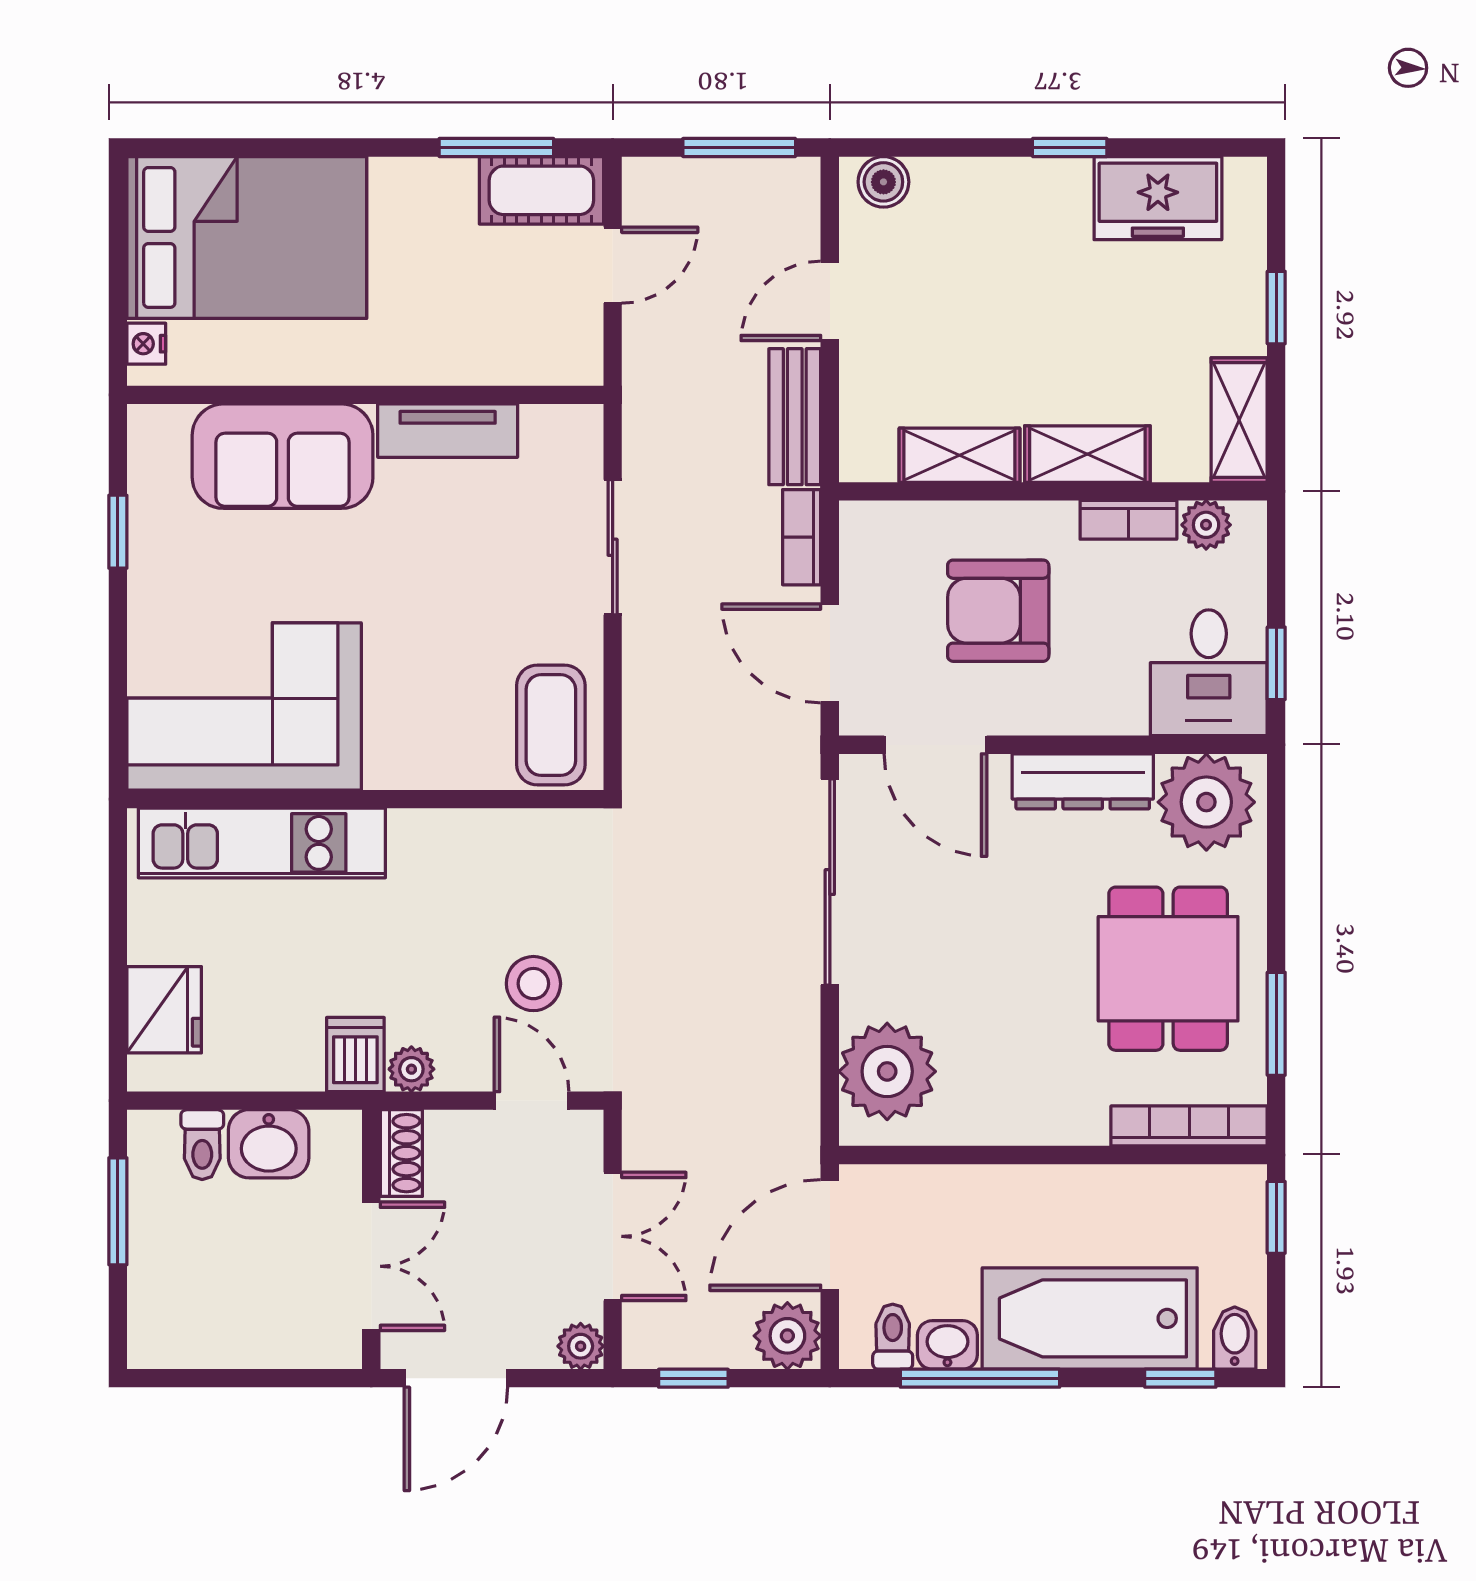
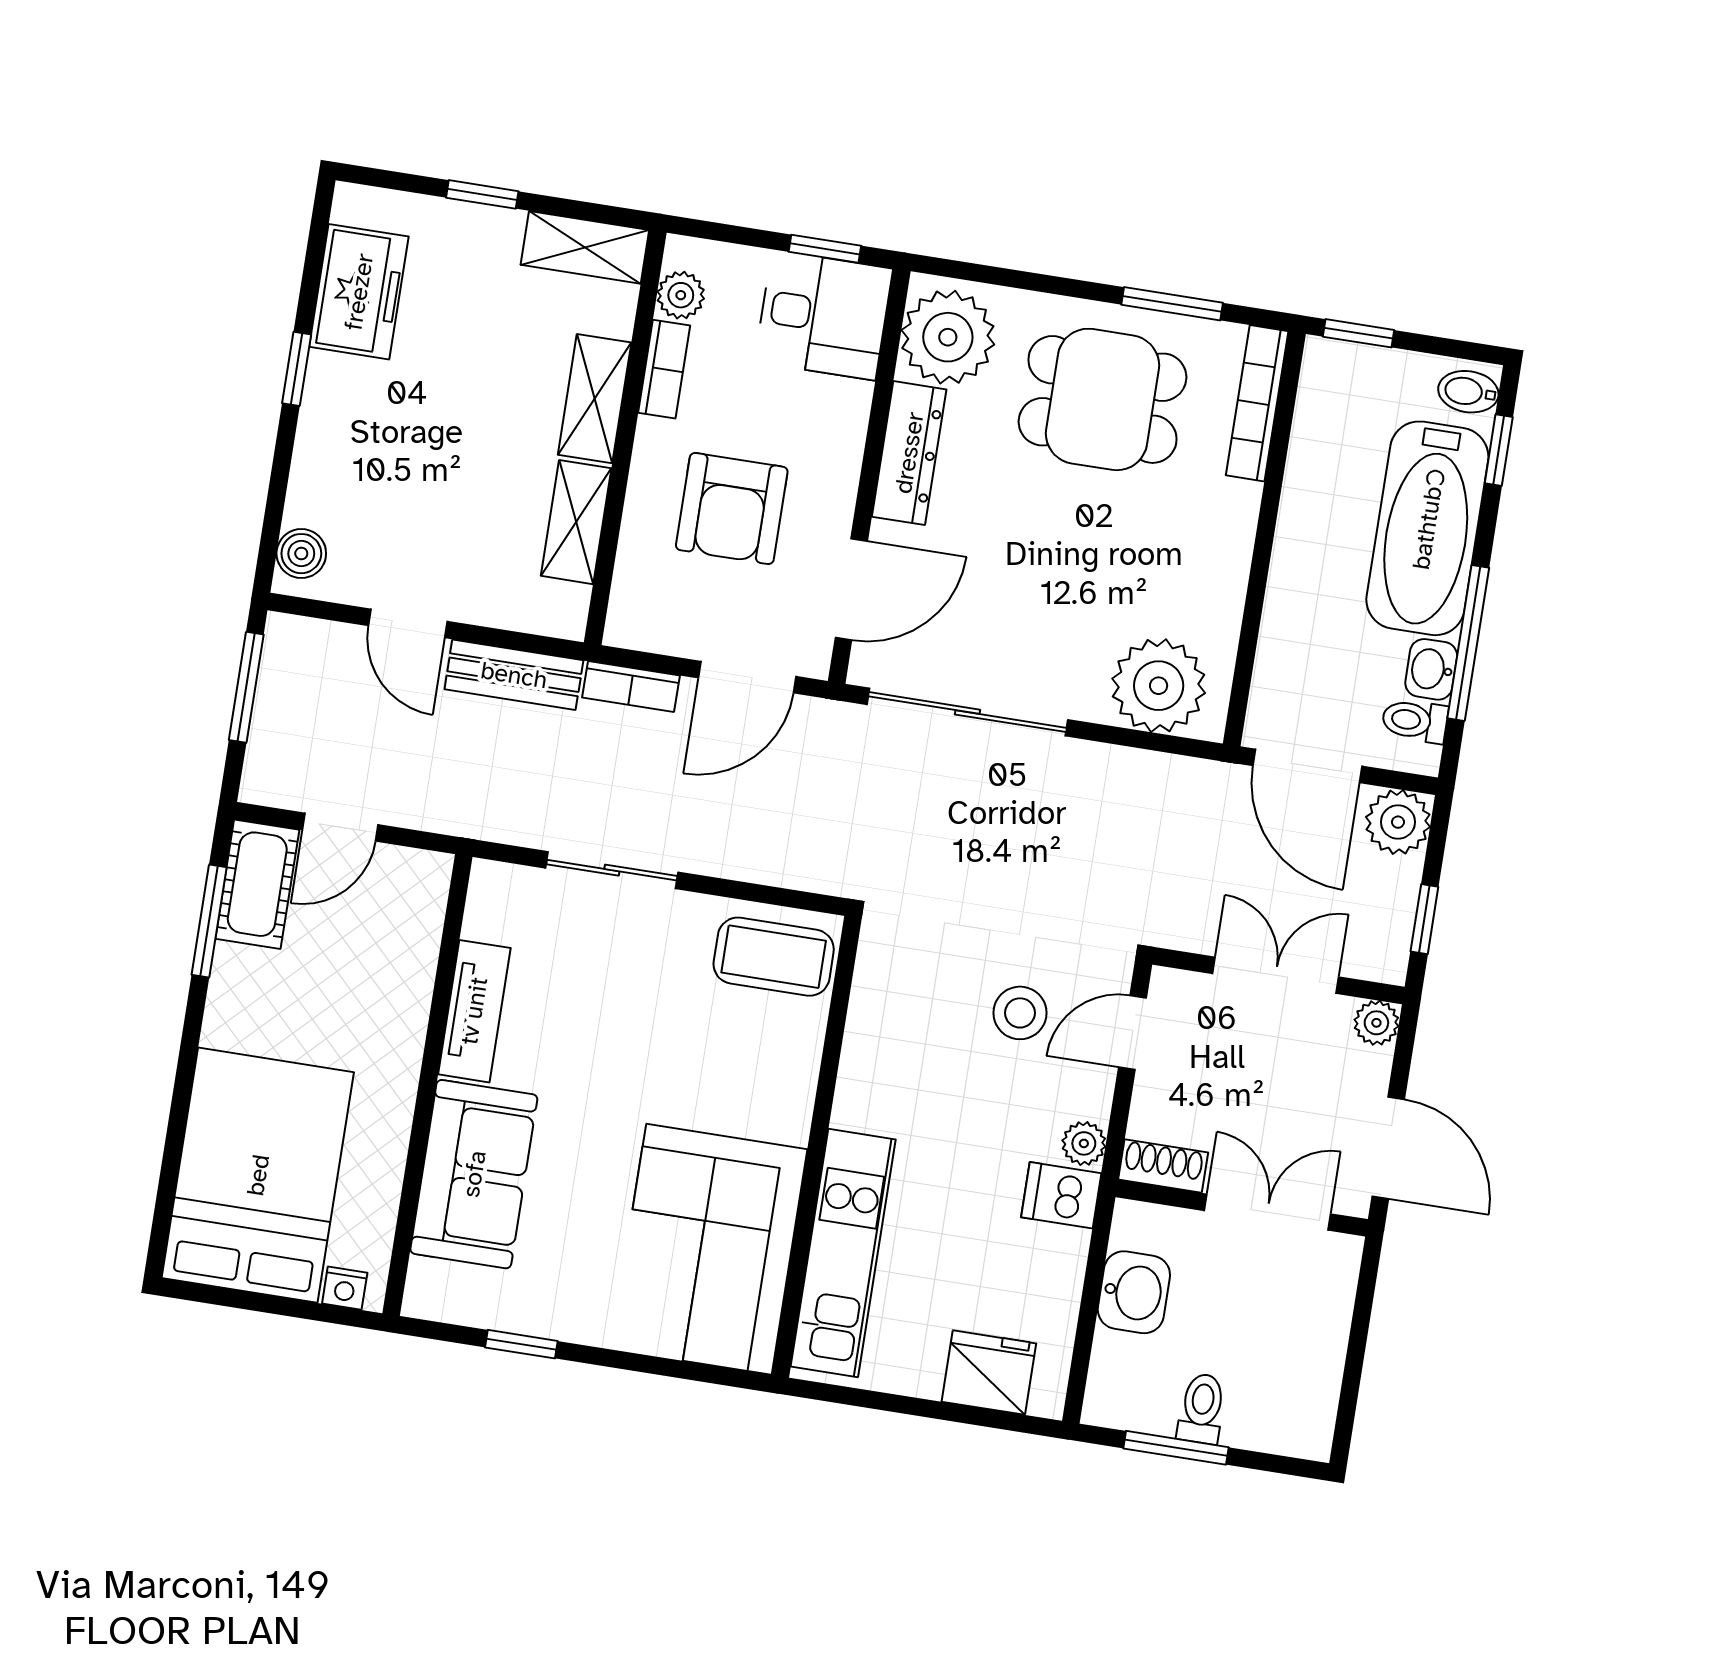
door: (613, 265) -> (340, 827), swing flipped
toilet: (202, 1145) -> (1202, 1409), moved, turned -90

